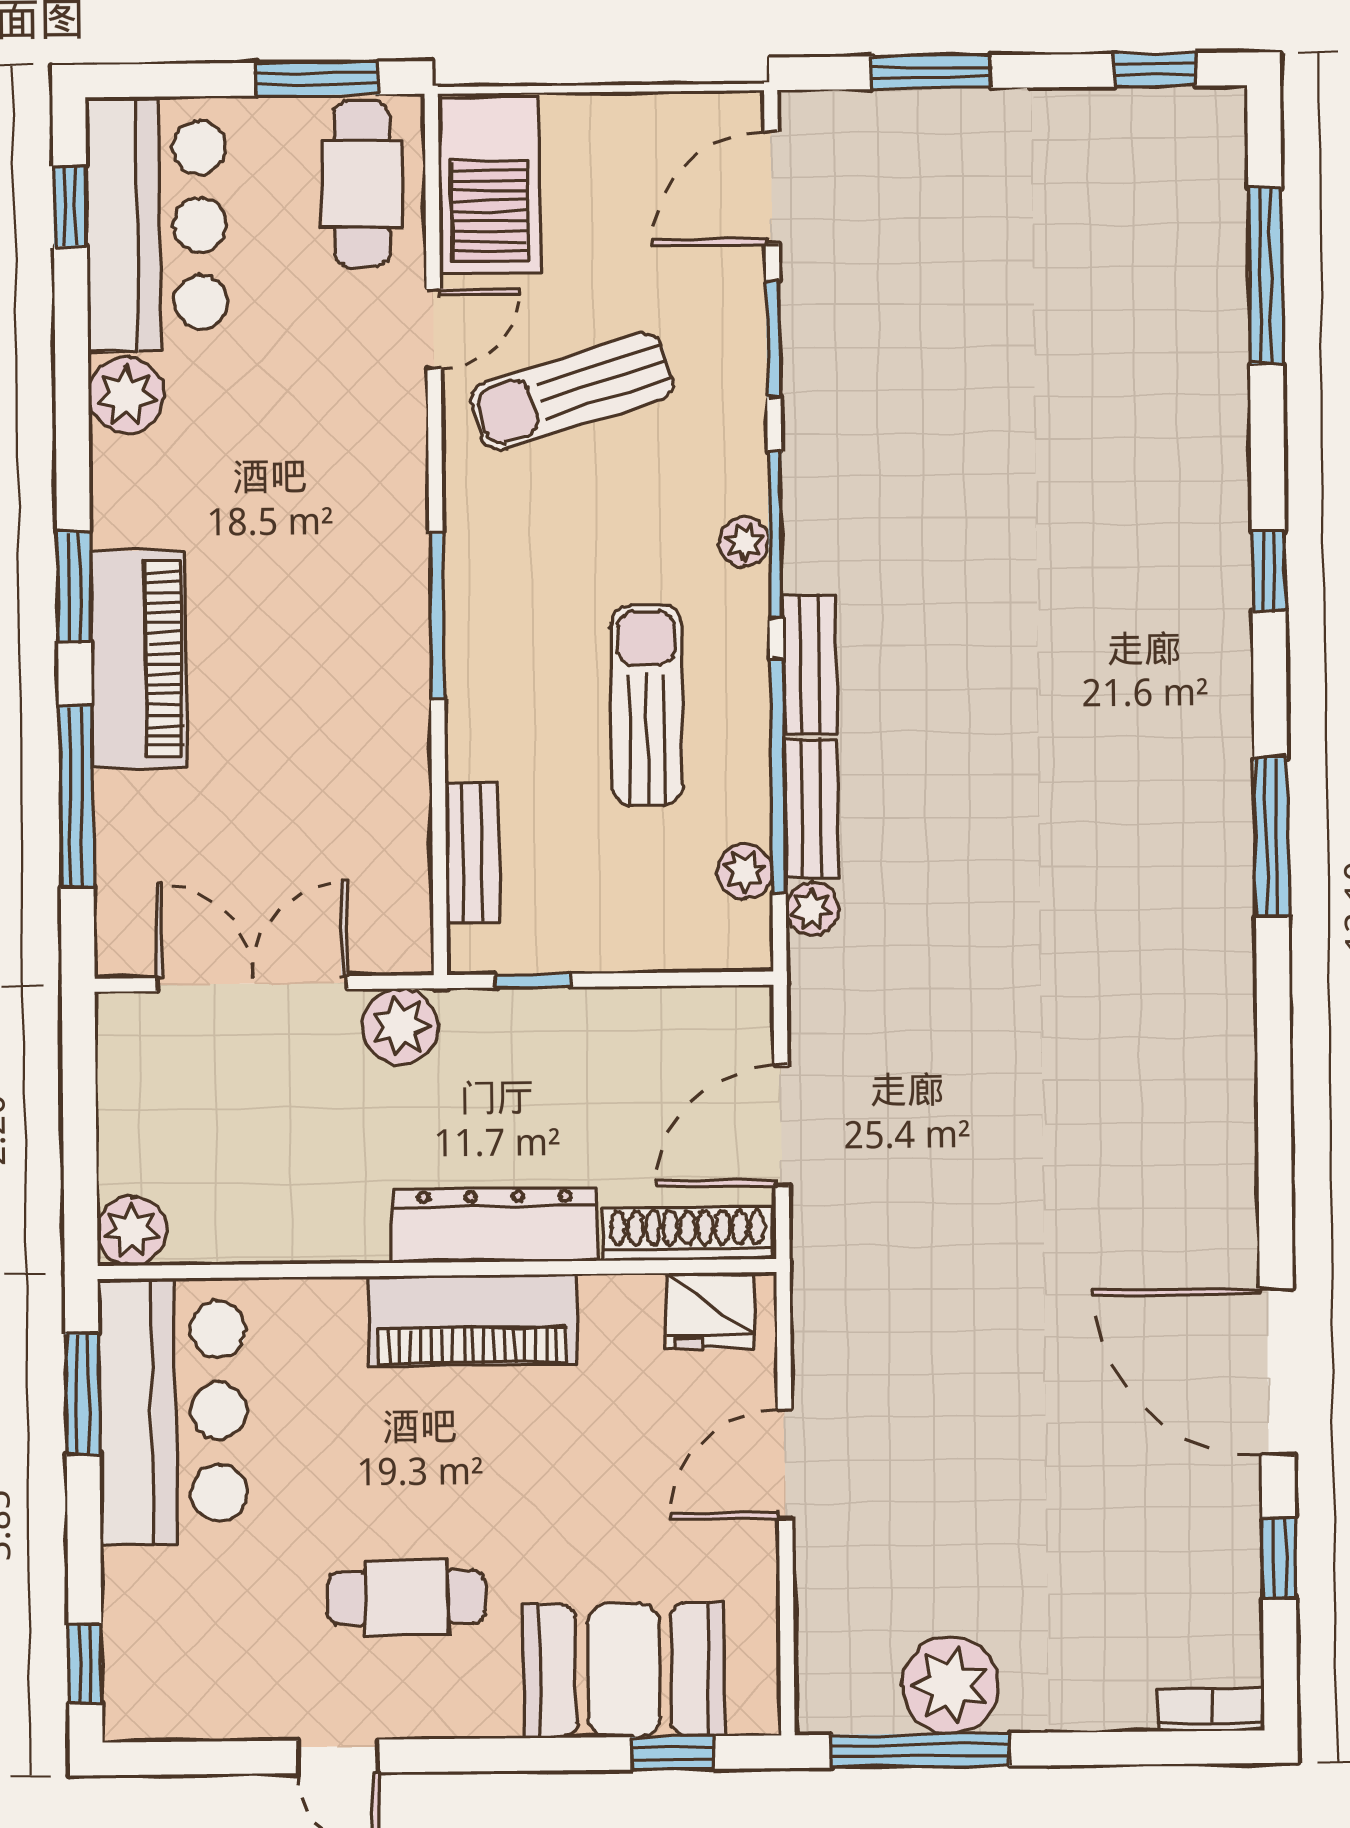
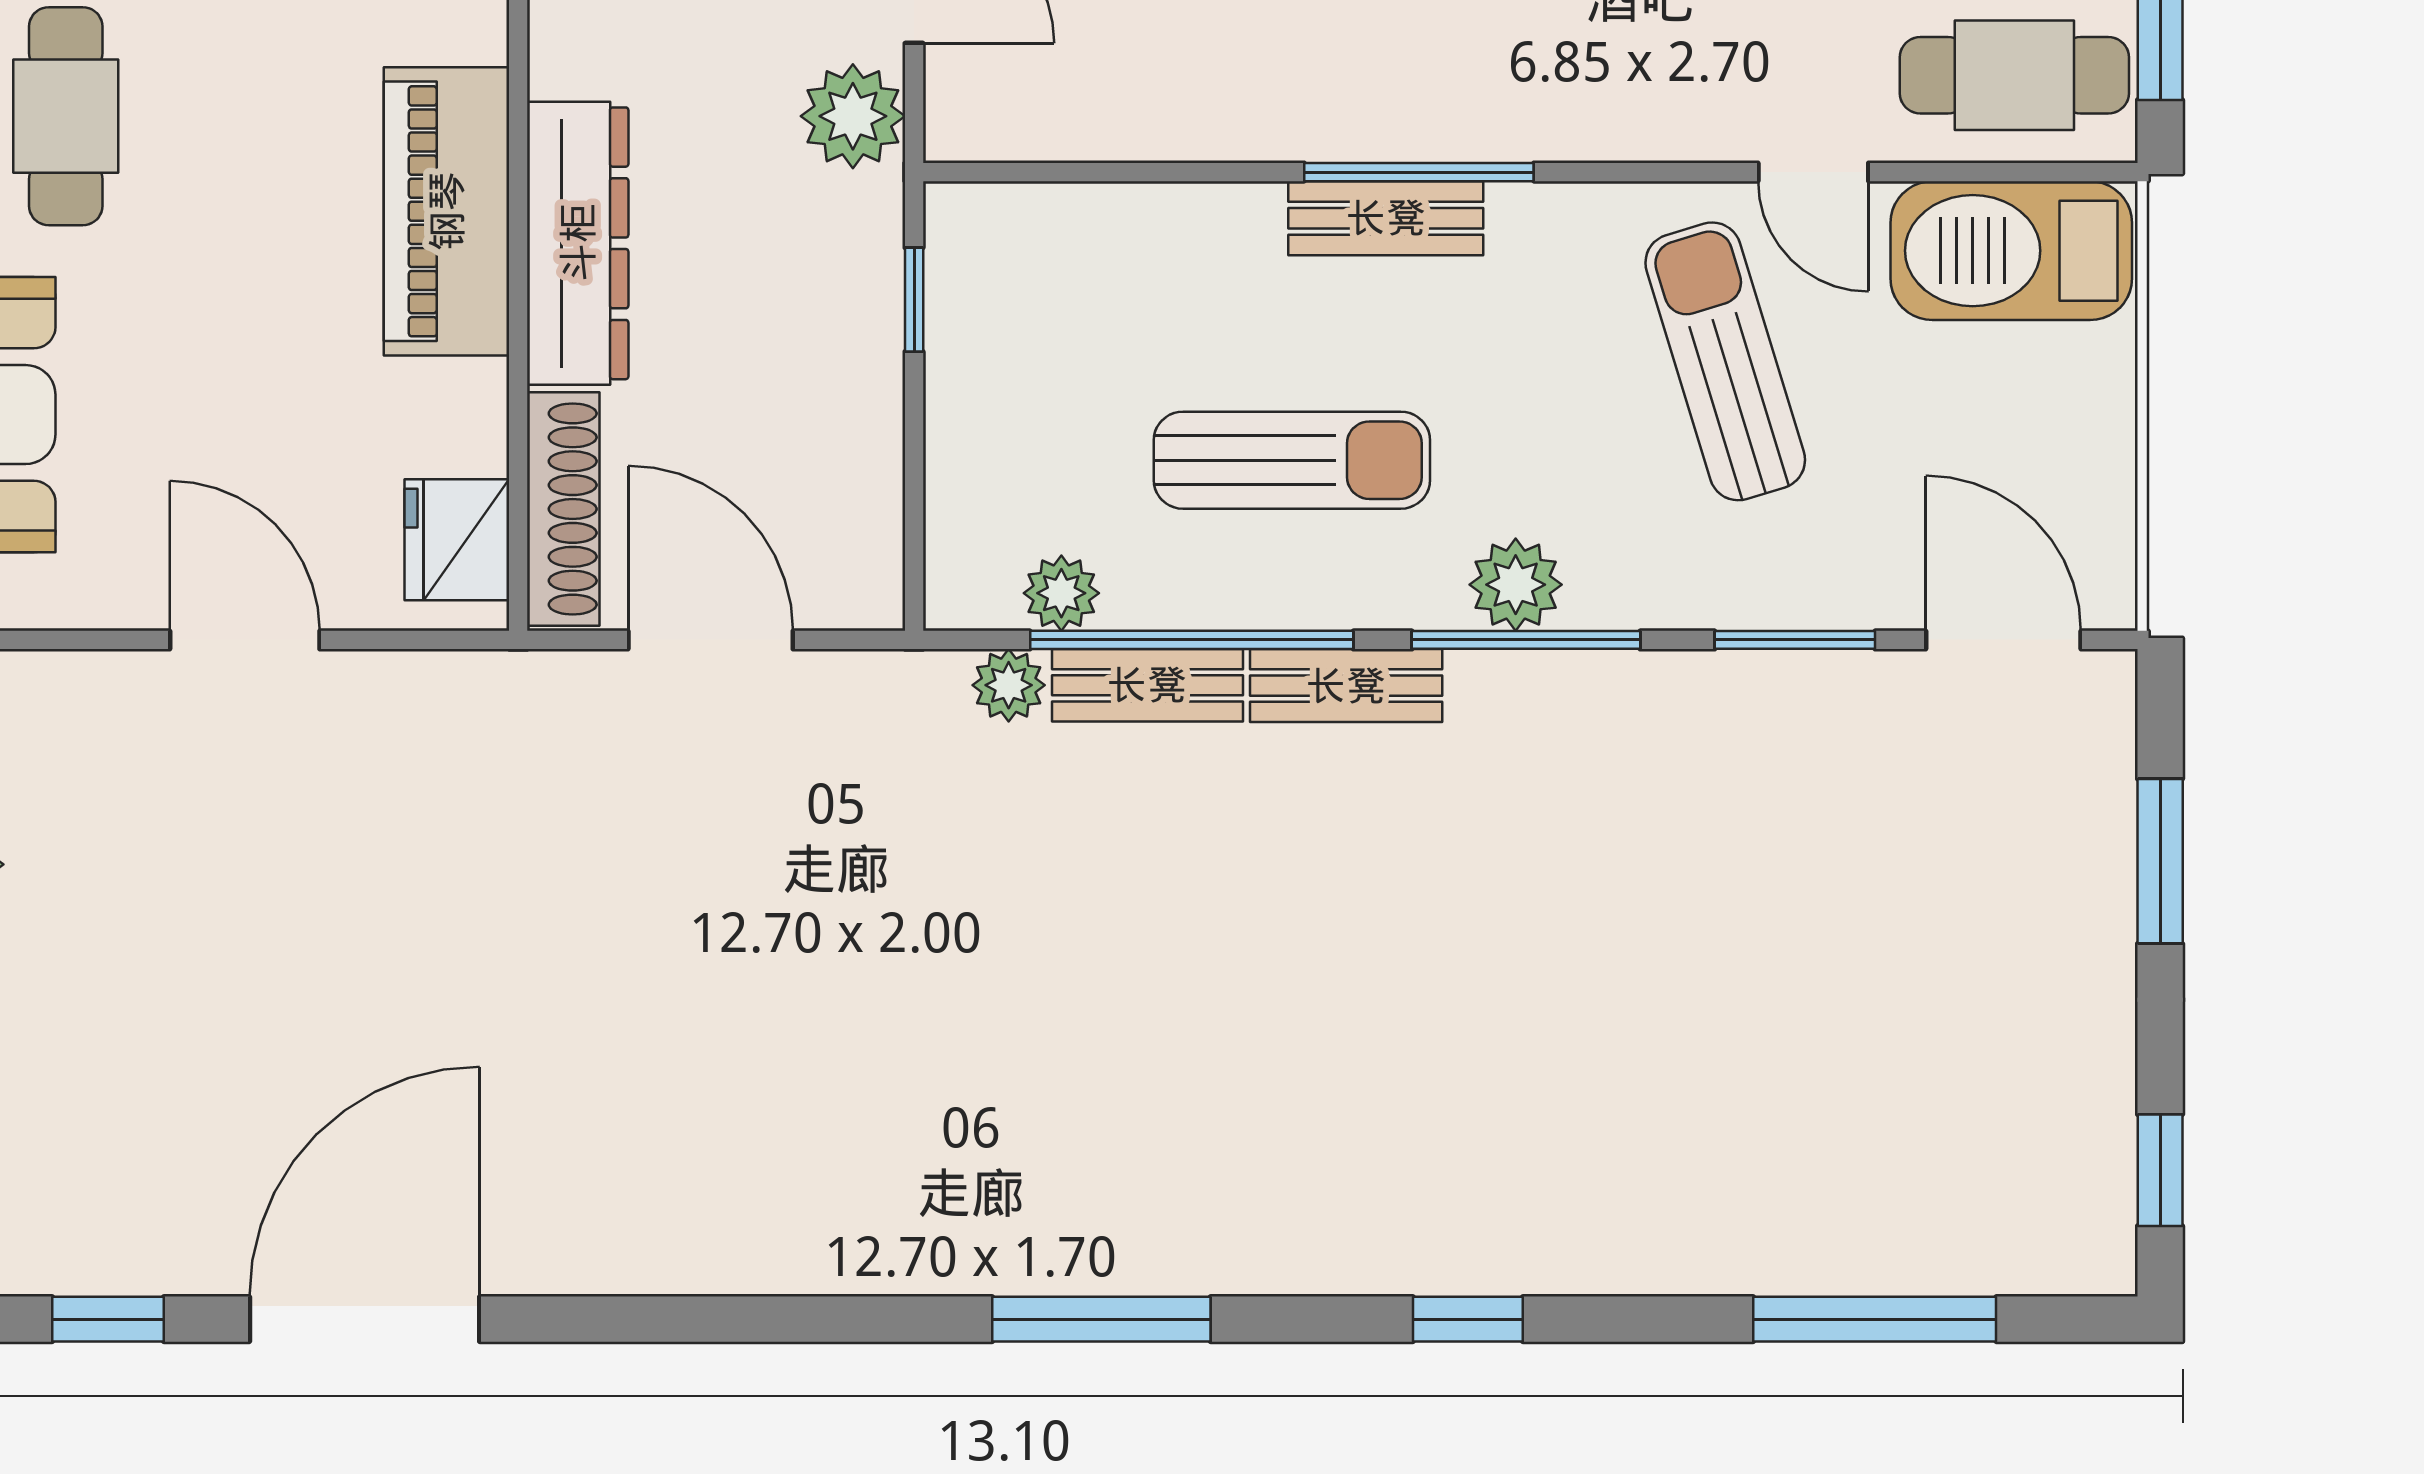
plant: (744, 542) -> (1516, 585), width x1.38, depth x1.38
bench: (473, 853) -> (1386, 218), moved

